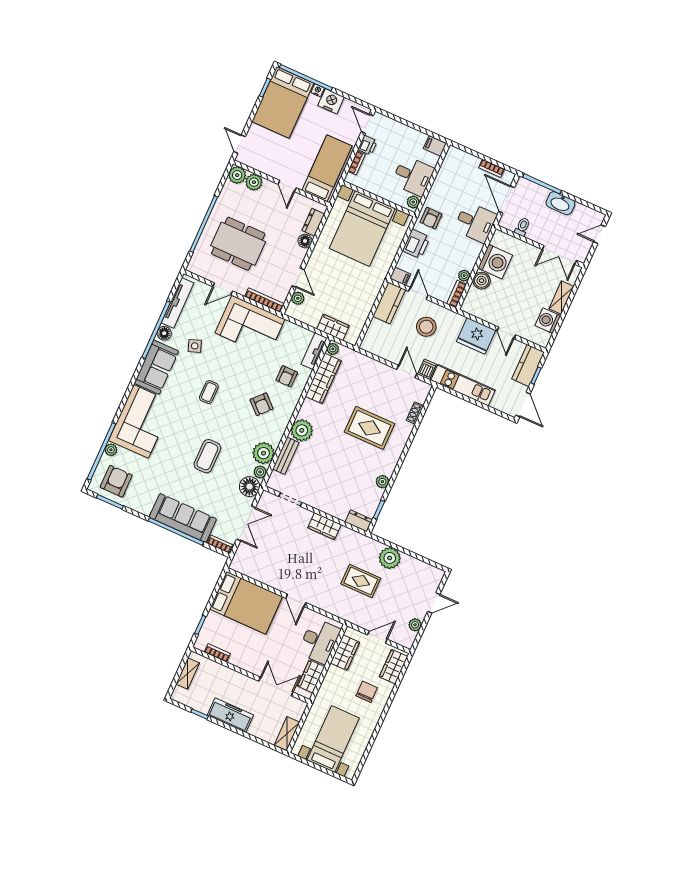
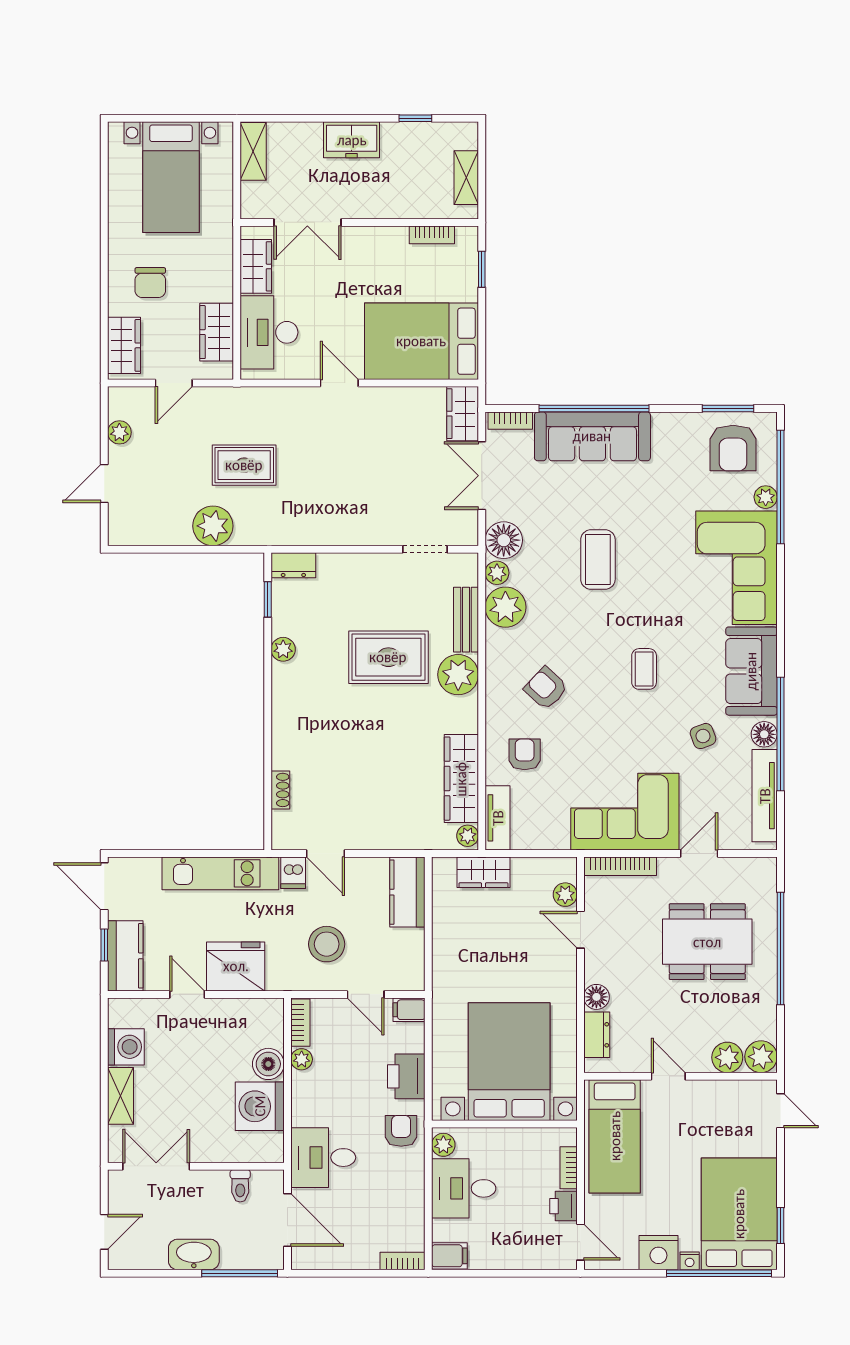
bookcase: (492, 168) -> (403, 1261), moved
kitchen counter: (389, 303) -> (407, 892), moved
rug: (370, 428) -> (388, 657), moved
wardrobe: (324, 526) -> (463, 414), moved, turned -90
freezer: (230, 715) -> (352, 140), width x0.71

